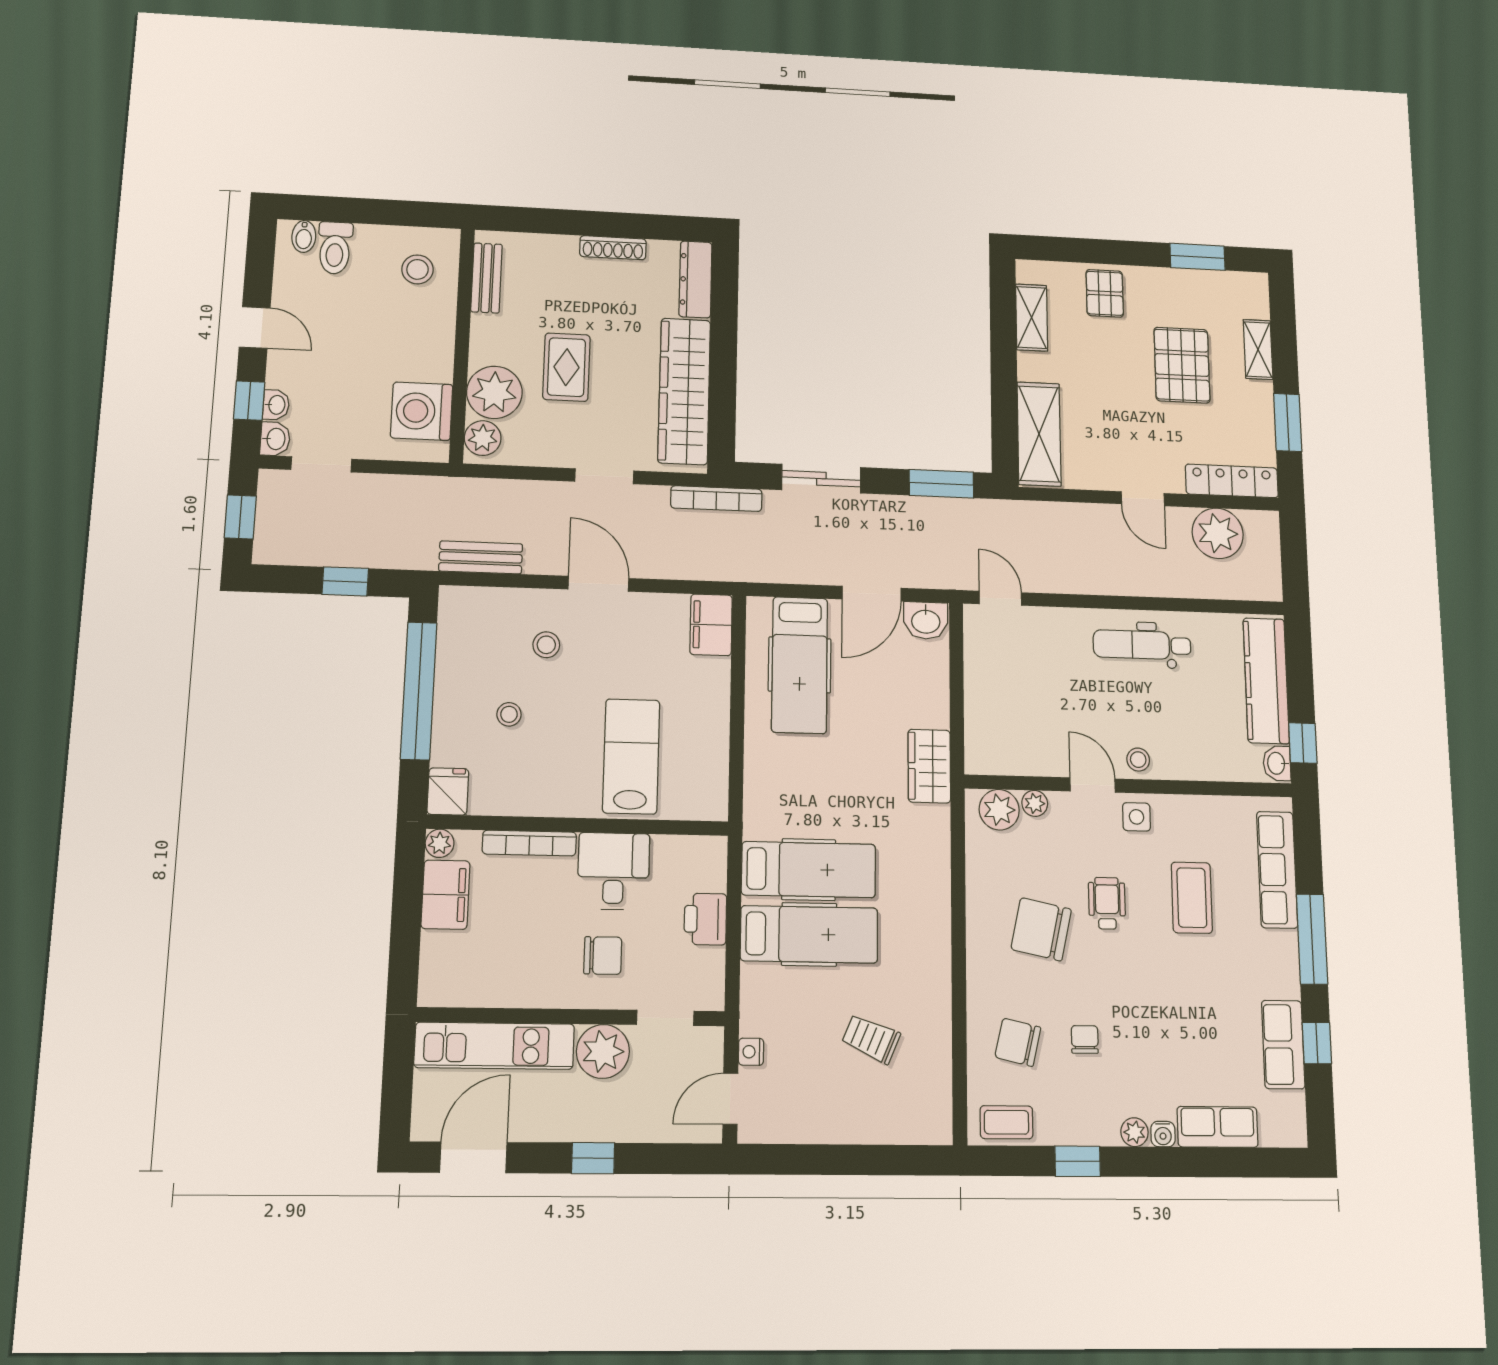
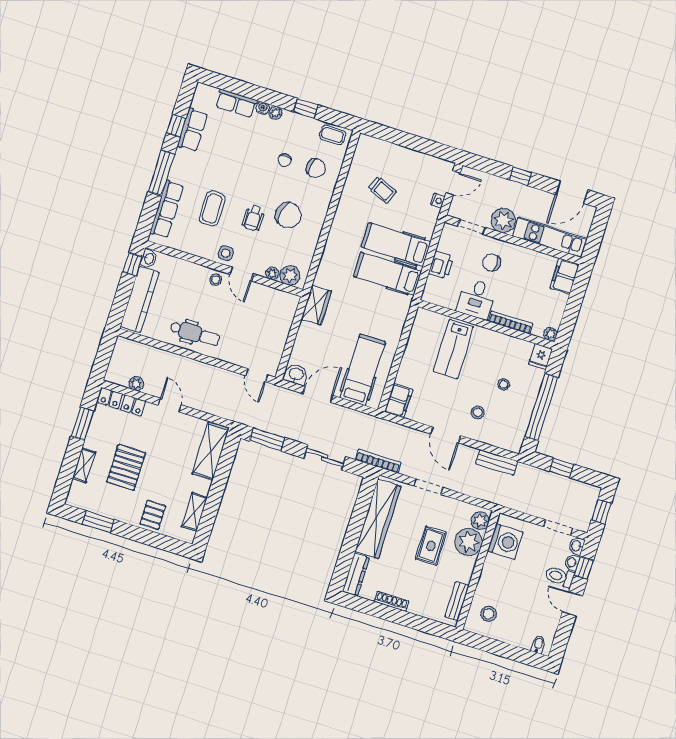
toilet: (335, 248) -> (559, 577), moved, turned -90
plant: (1218, 533) -> (136, 384), width x0.53, depth x0.53
filing cabinet: (445, 895) -> (565, 276), moved

